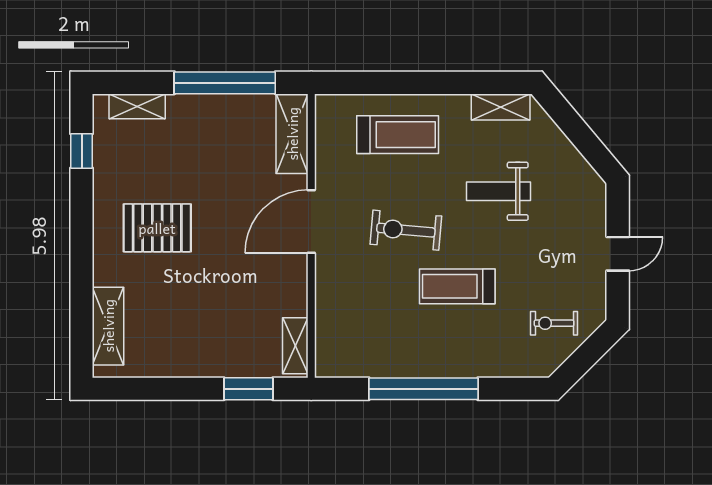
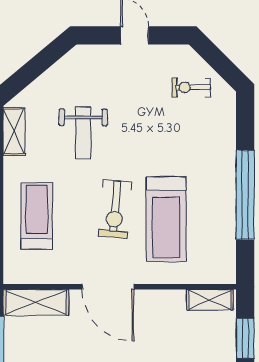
treadmill: (457, 286) -> (166, 219), moved, width x1.37, depth x1.38
exercise bike: (554, 323) -> (191, 88), turned 90

